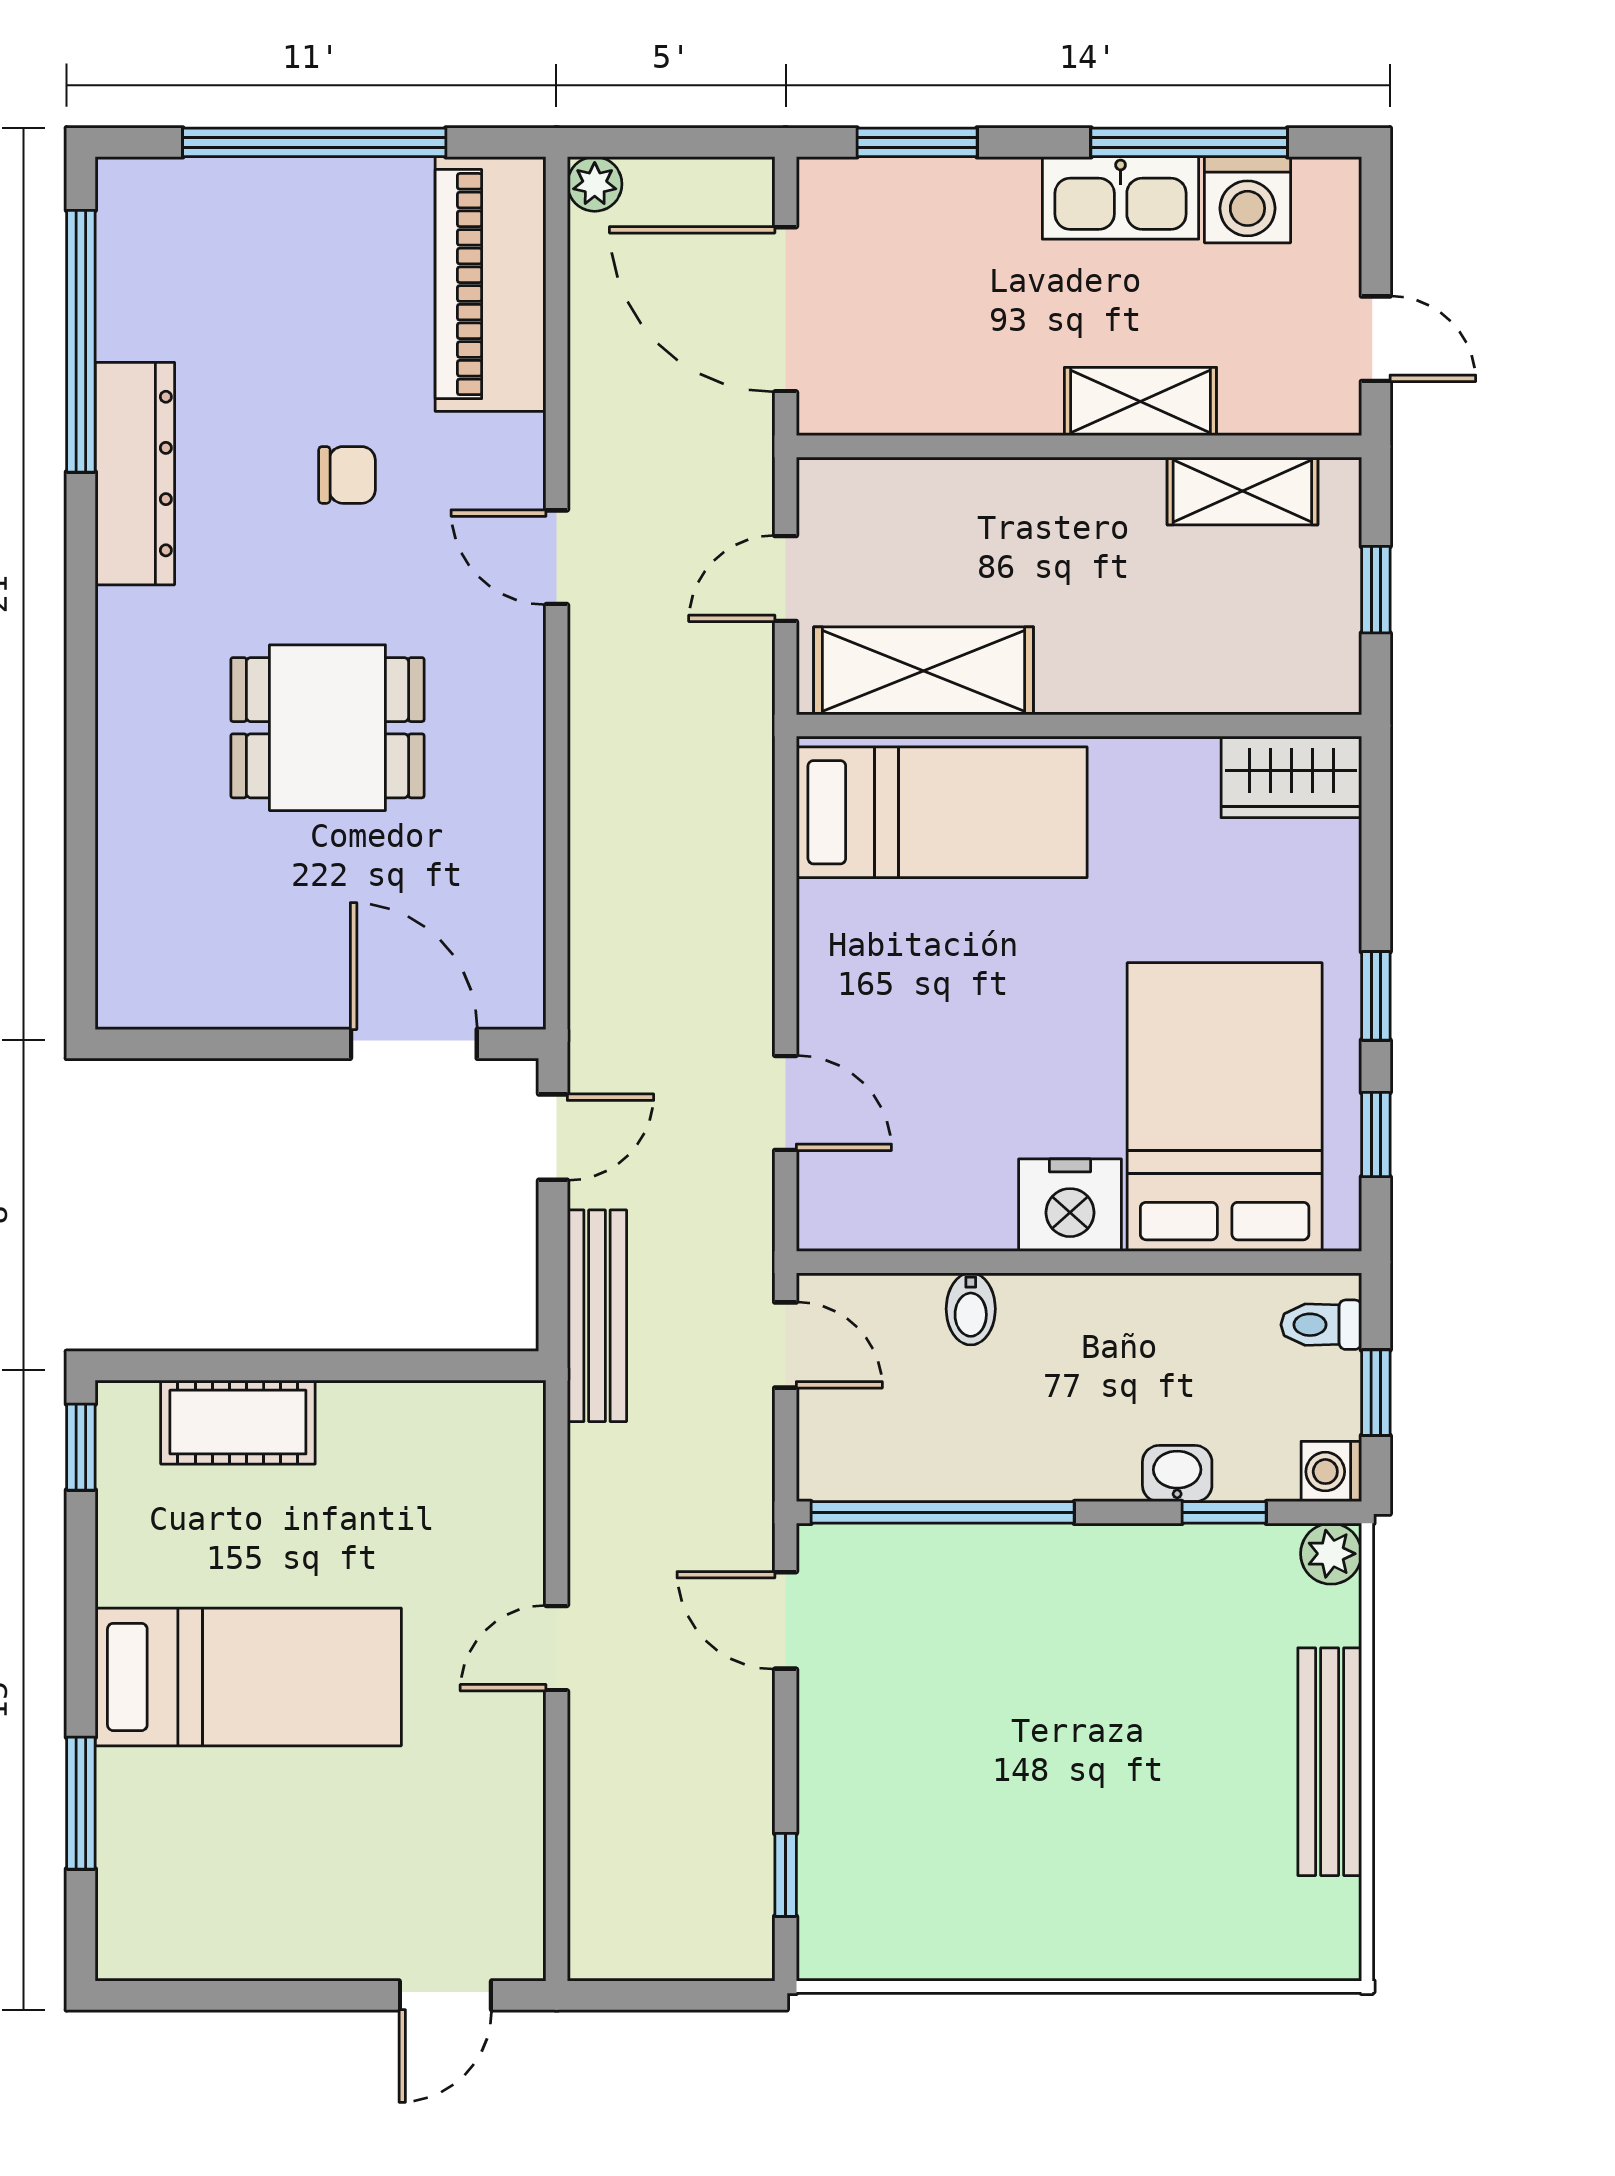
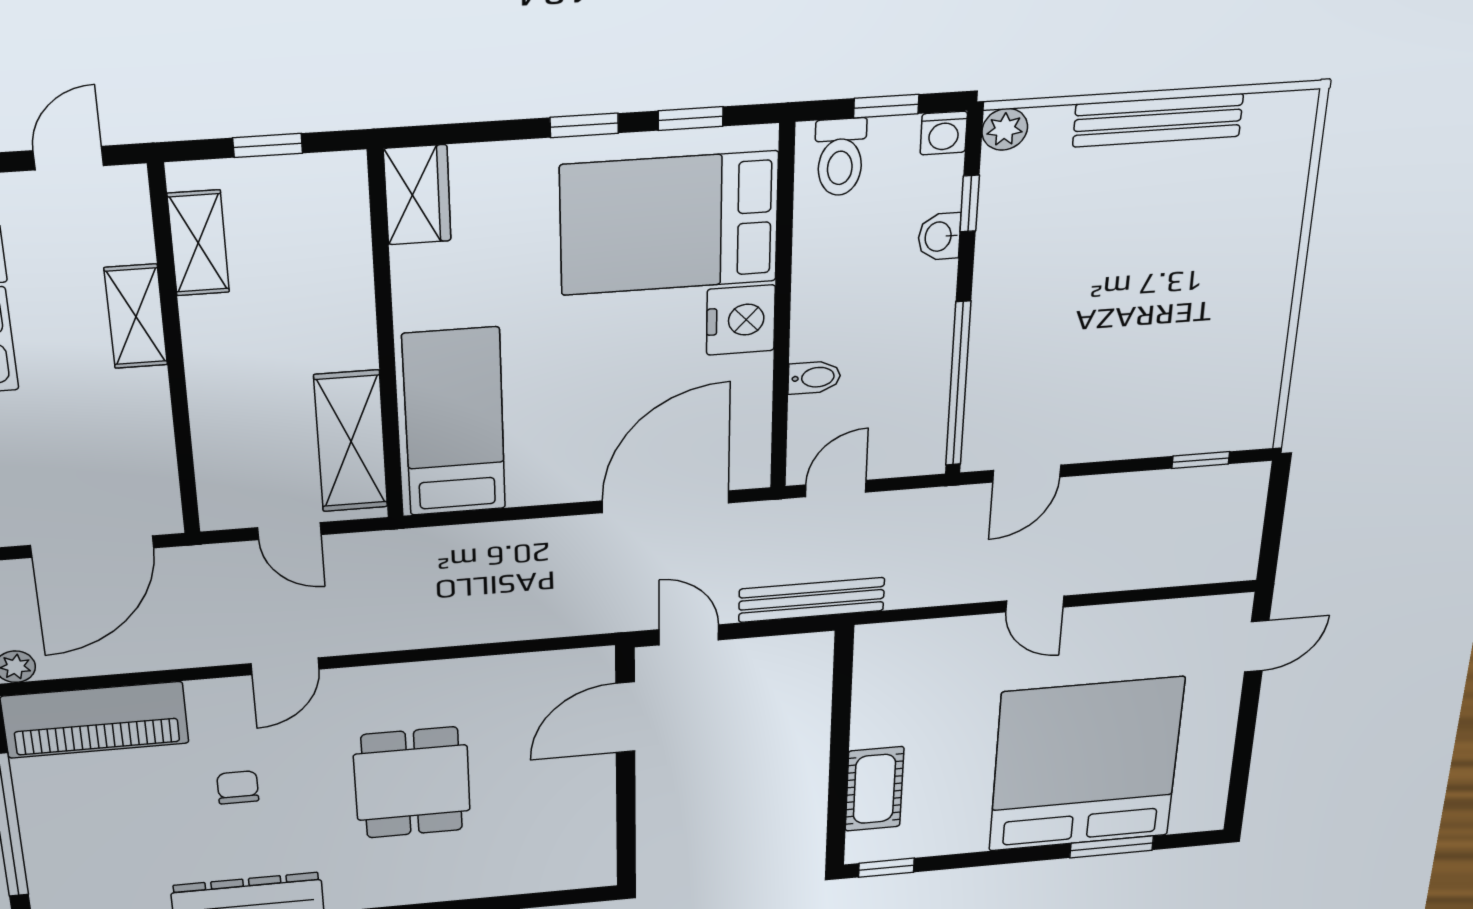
door: (786, 1103) -> (666, 502), width x1.87
toilet: (1321, 1325) -> (840, 157), width x1.37, depth x1.39
bed: (248, 1677) -> (1086, 765), width x2.04
door: (445, 1995) -> (1257, 646), hinge flipped

